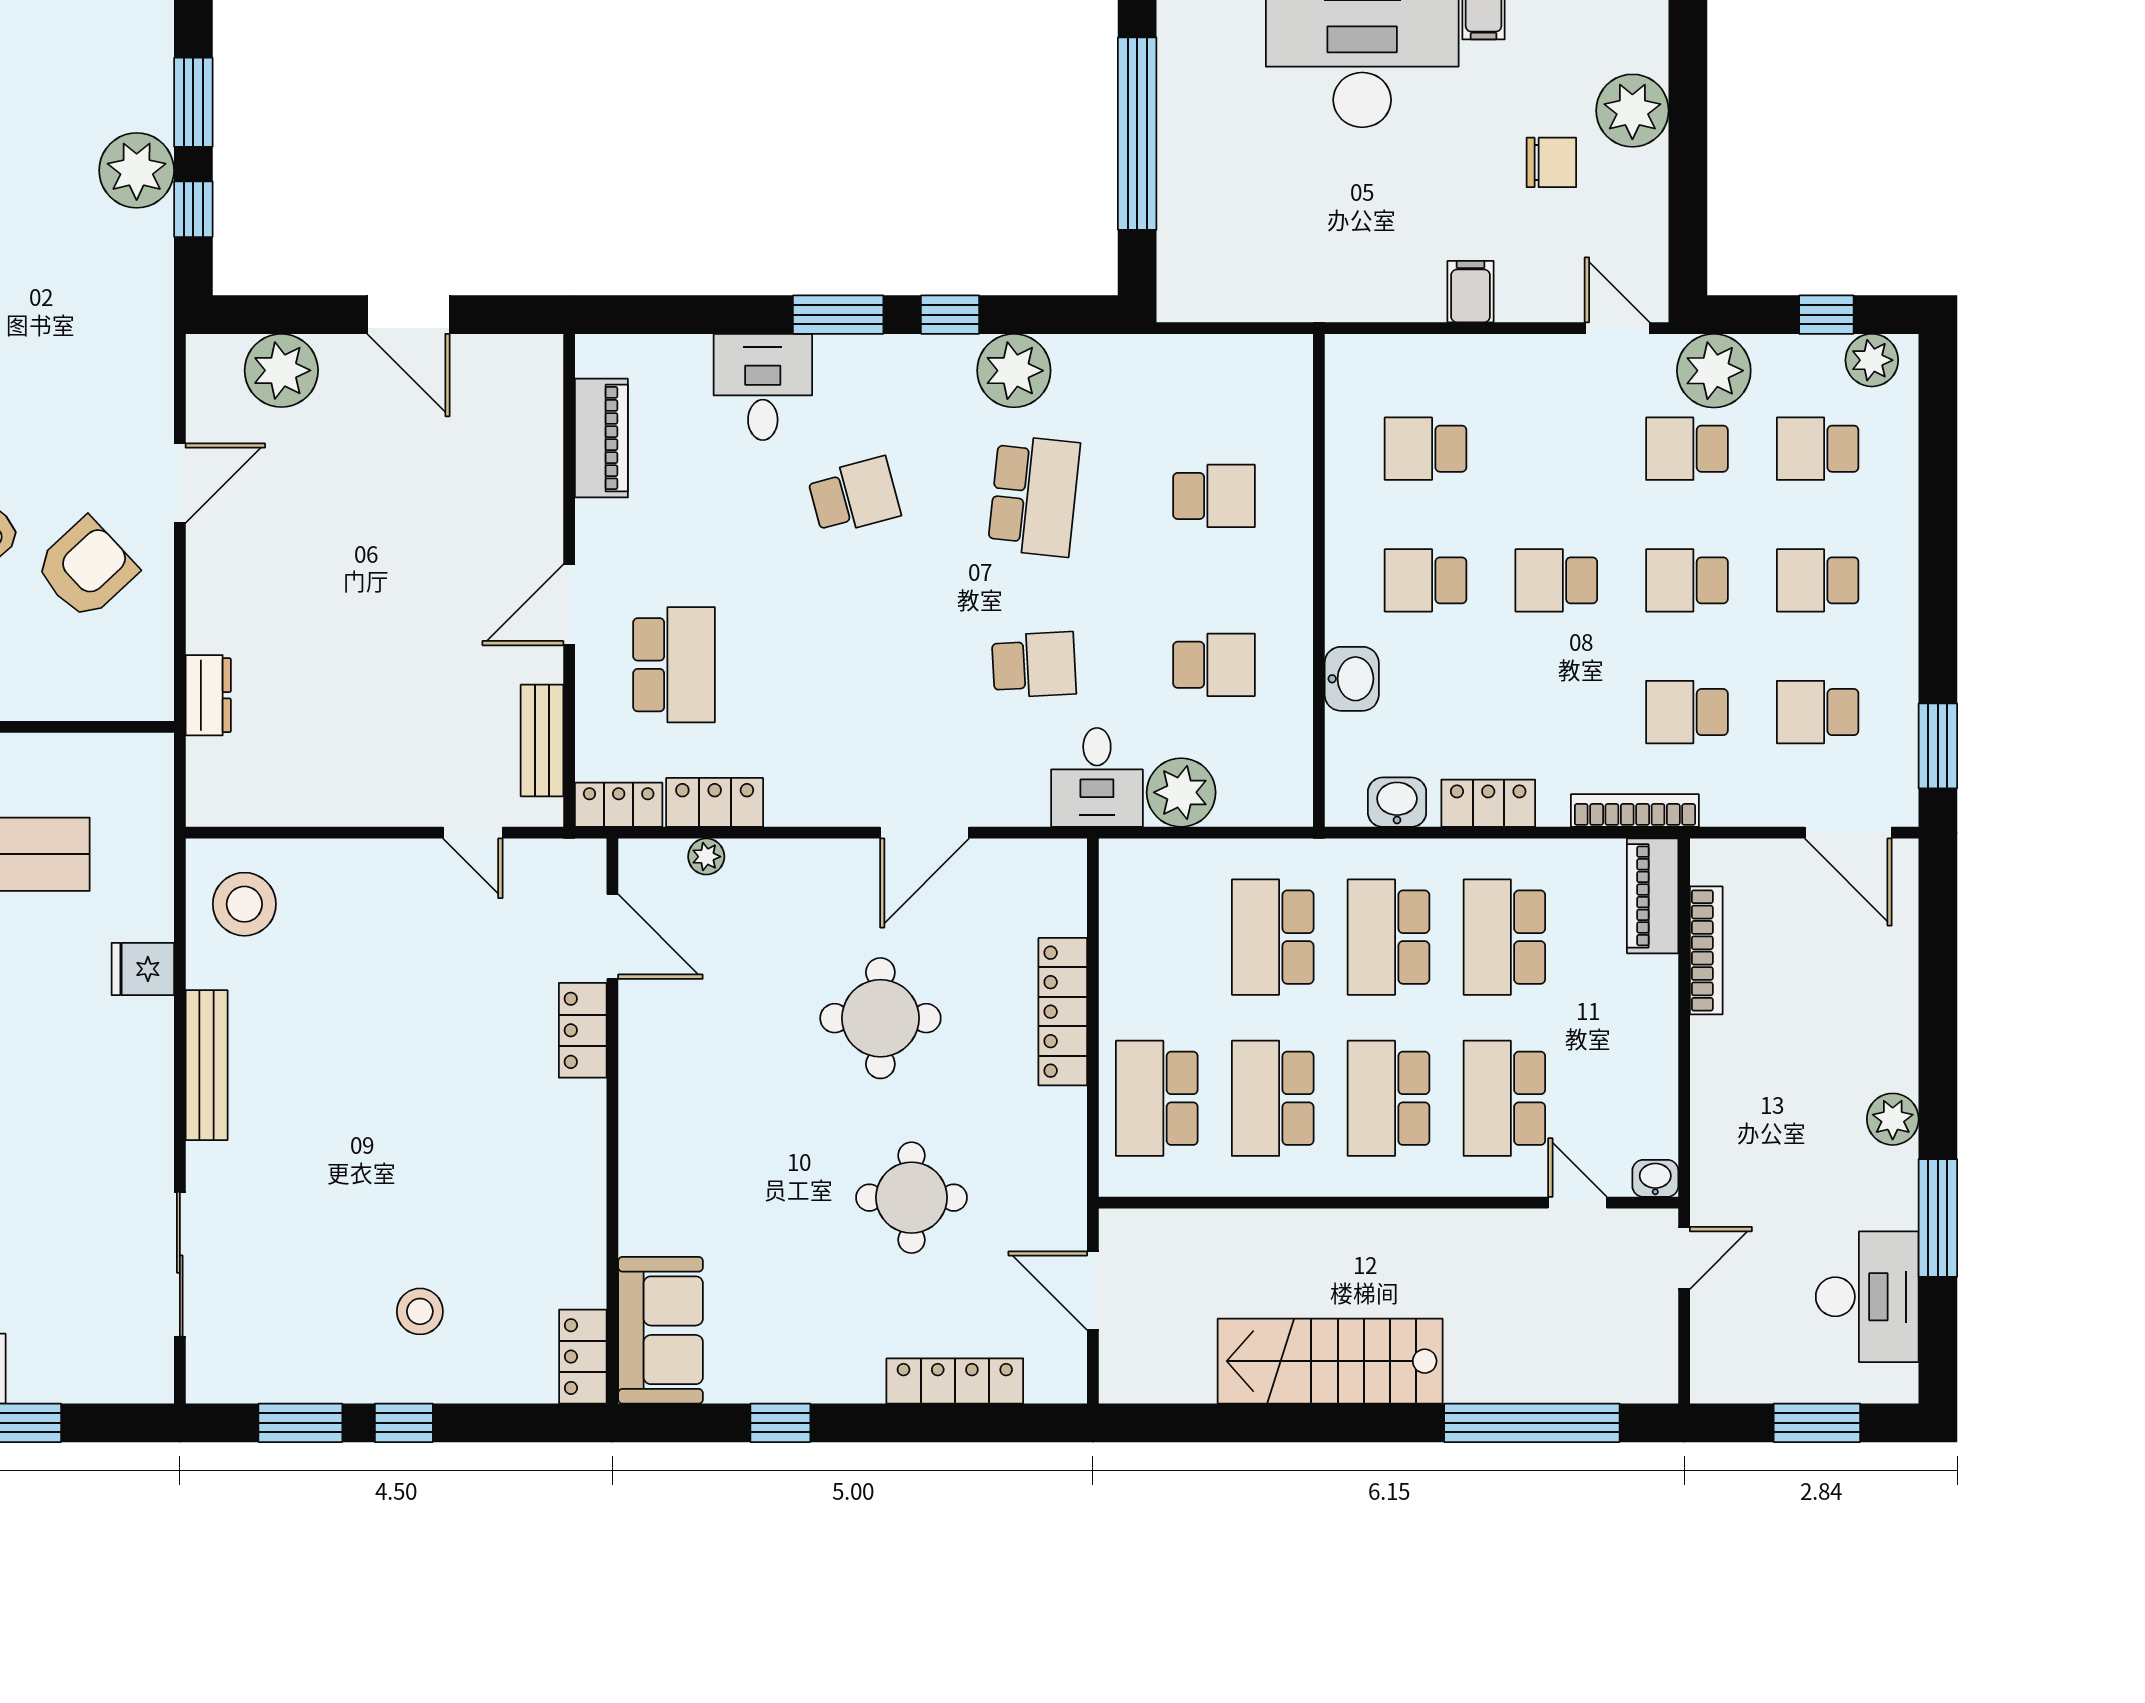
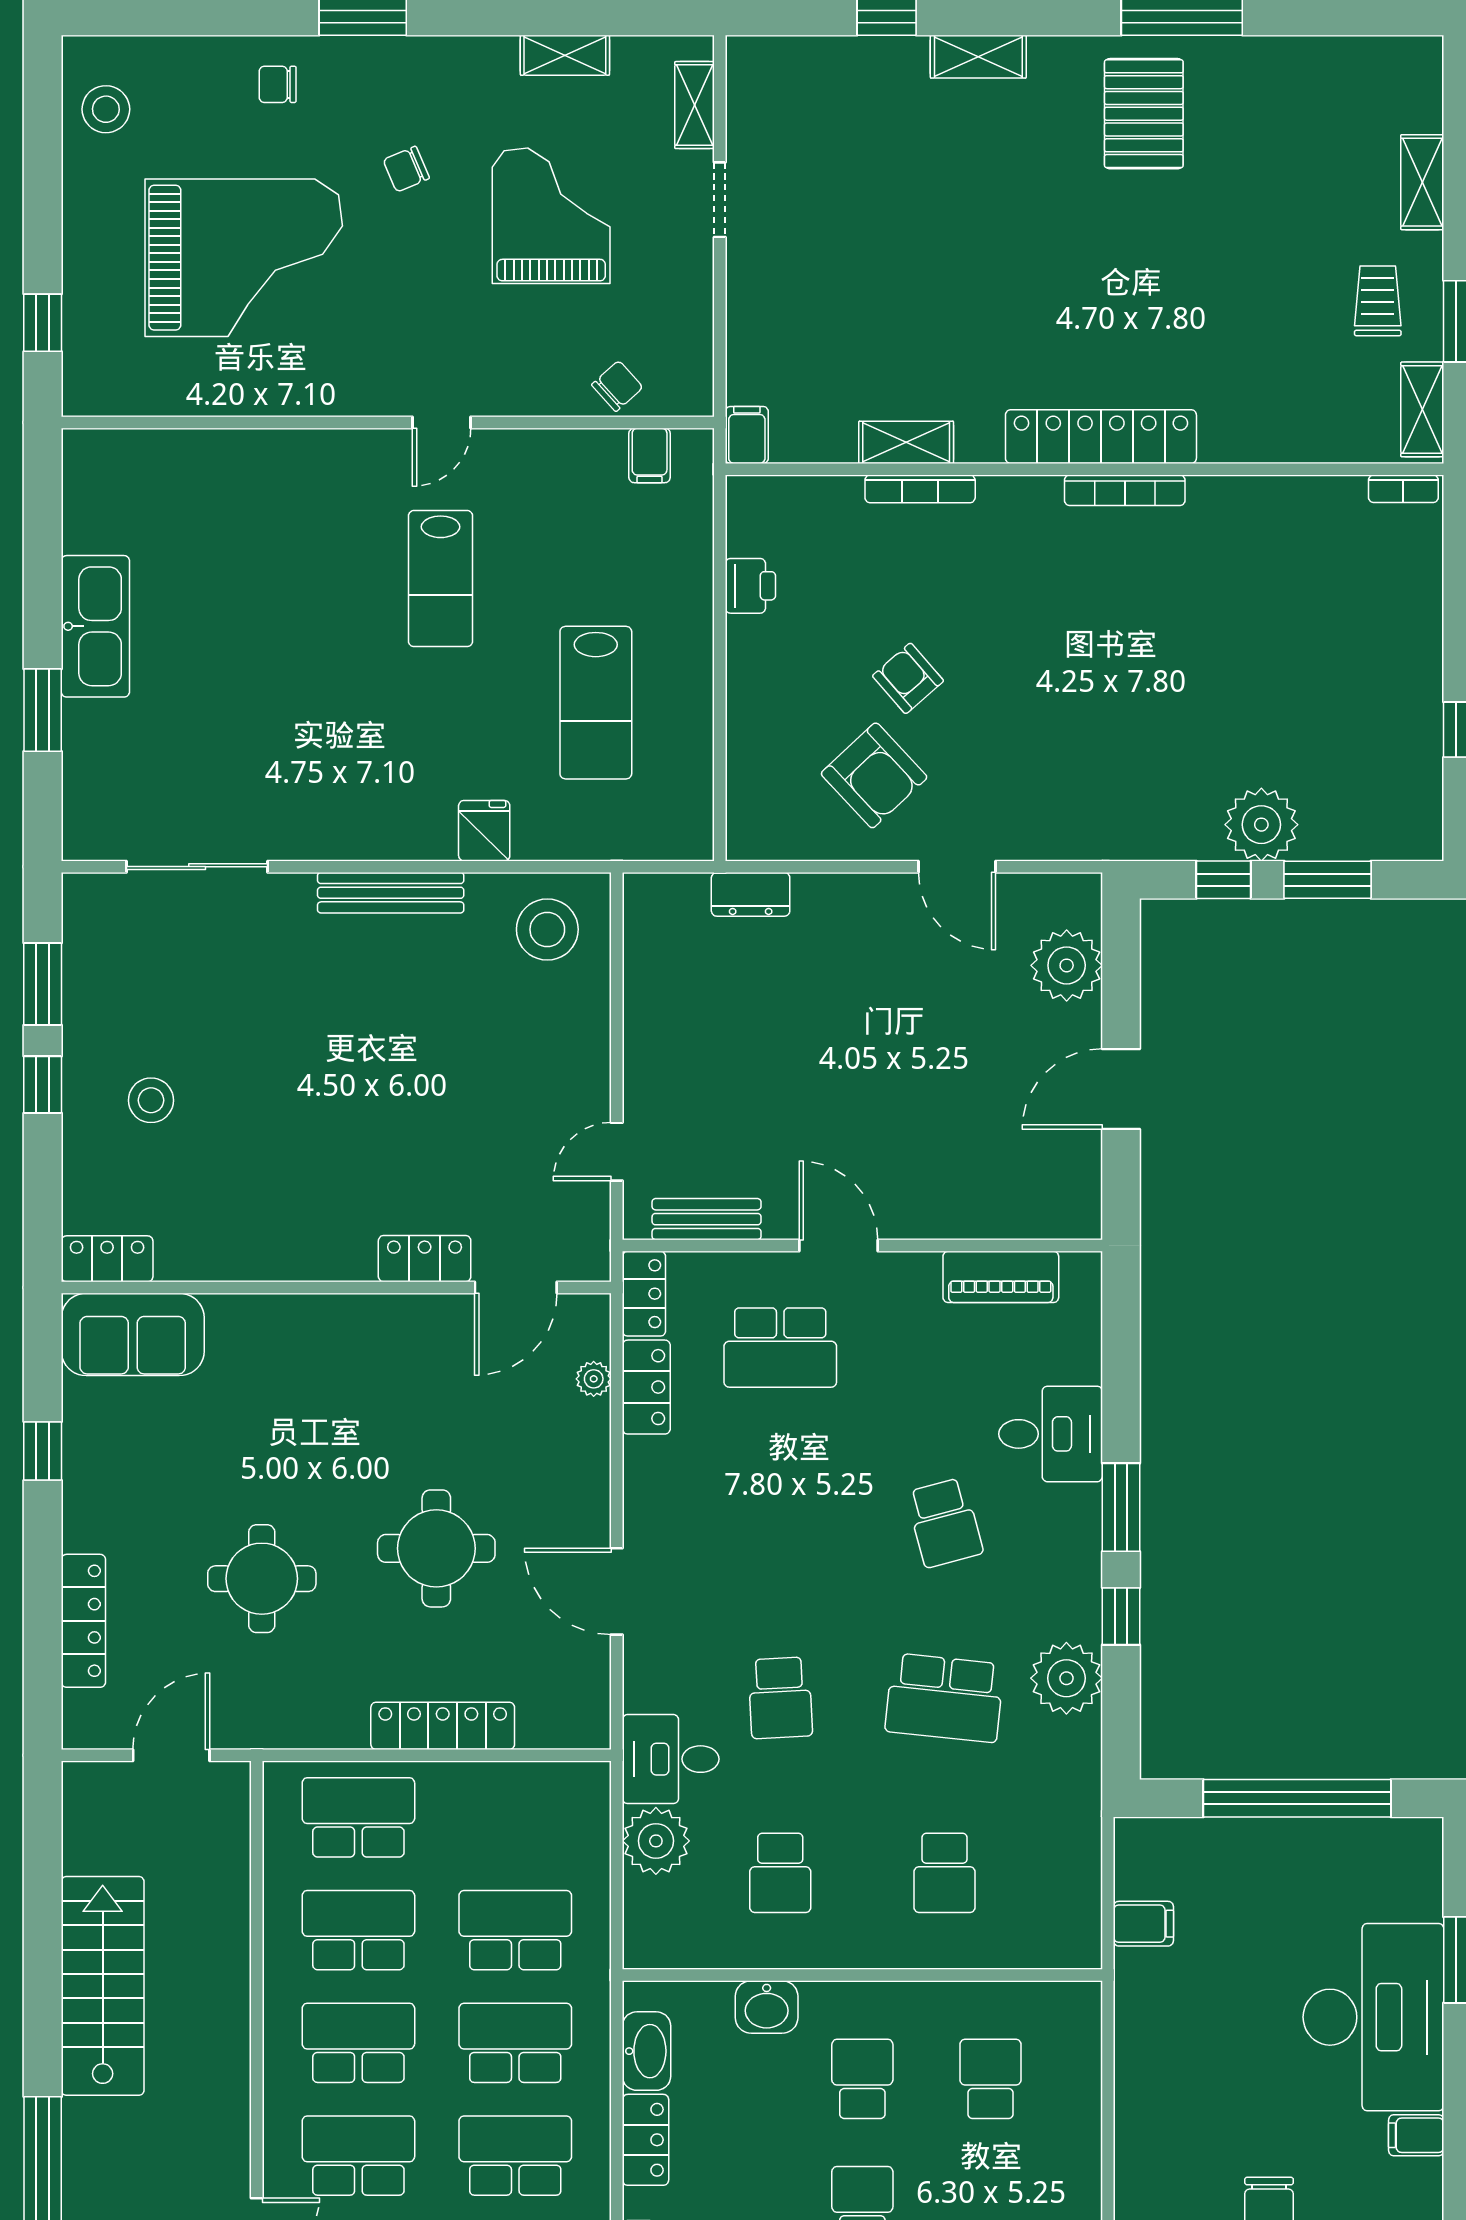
filing cabinet: (1471, 292) -> (1143, 1924), moved
washbasin: (1397, 802) -> (647, 2051), width x1.38

